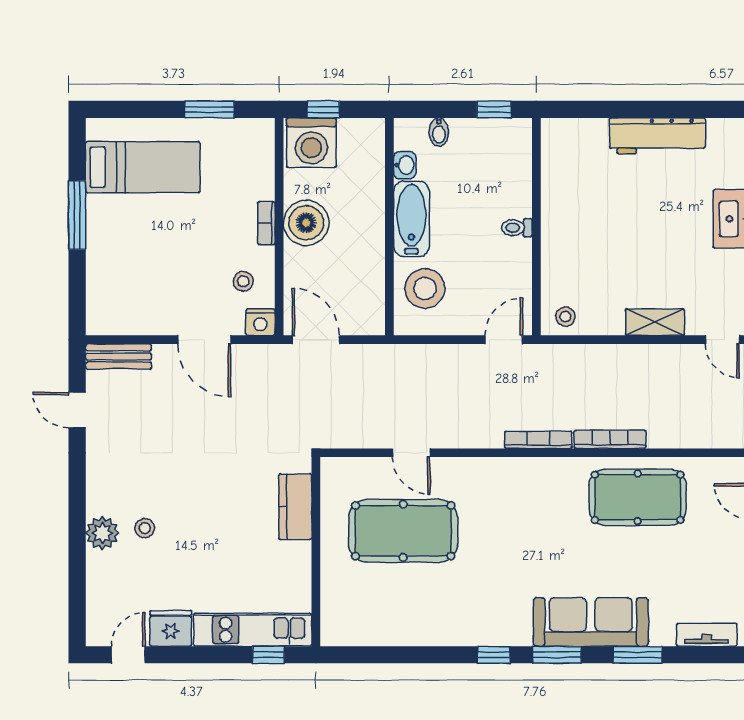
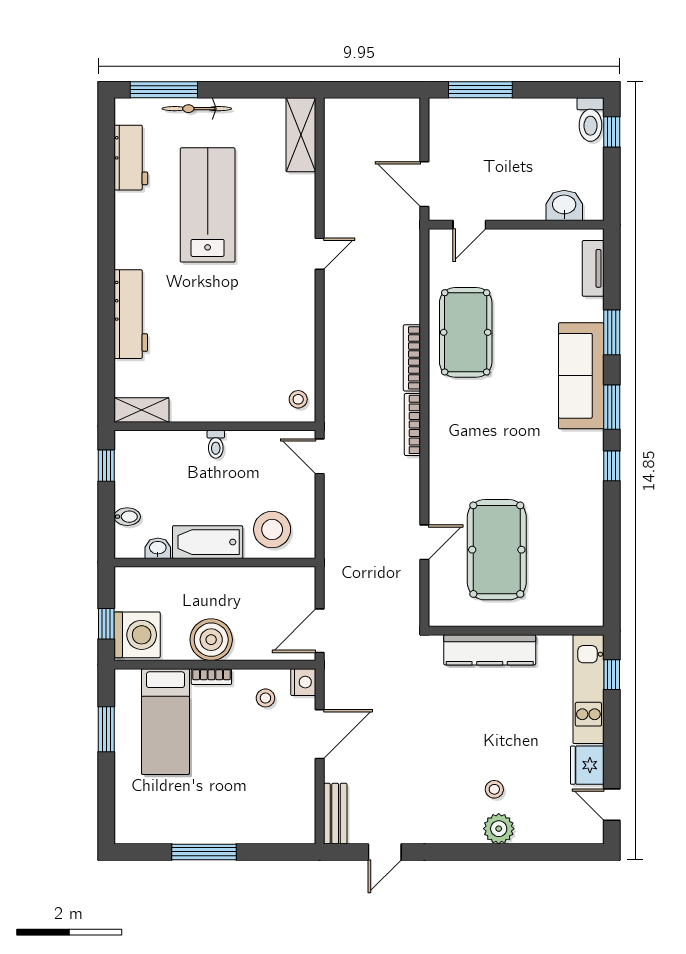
bed: (143, 167) -> (166, 722), moved, turned 180
shelving: (655, 322) -> (141, 410), moved, turned 90
kitchen counter: (295, 507) -> (490, 650), width x1.50

